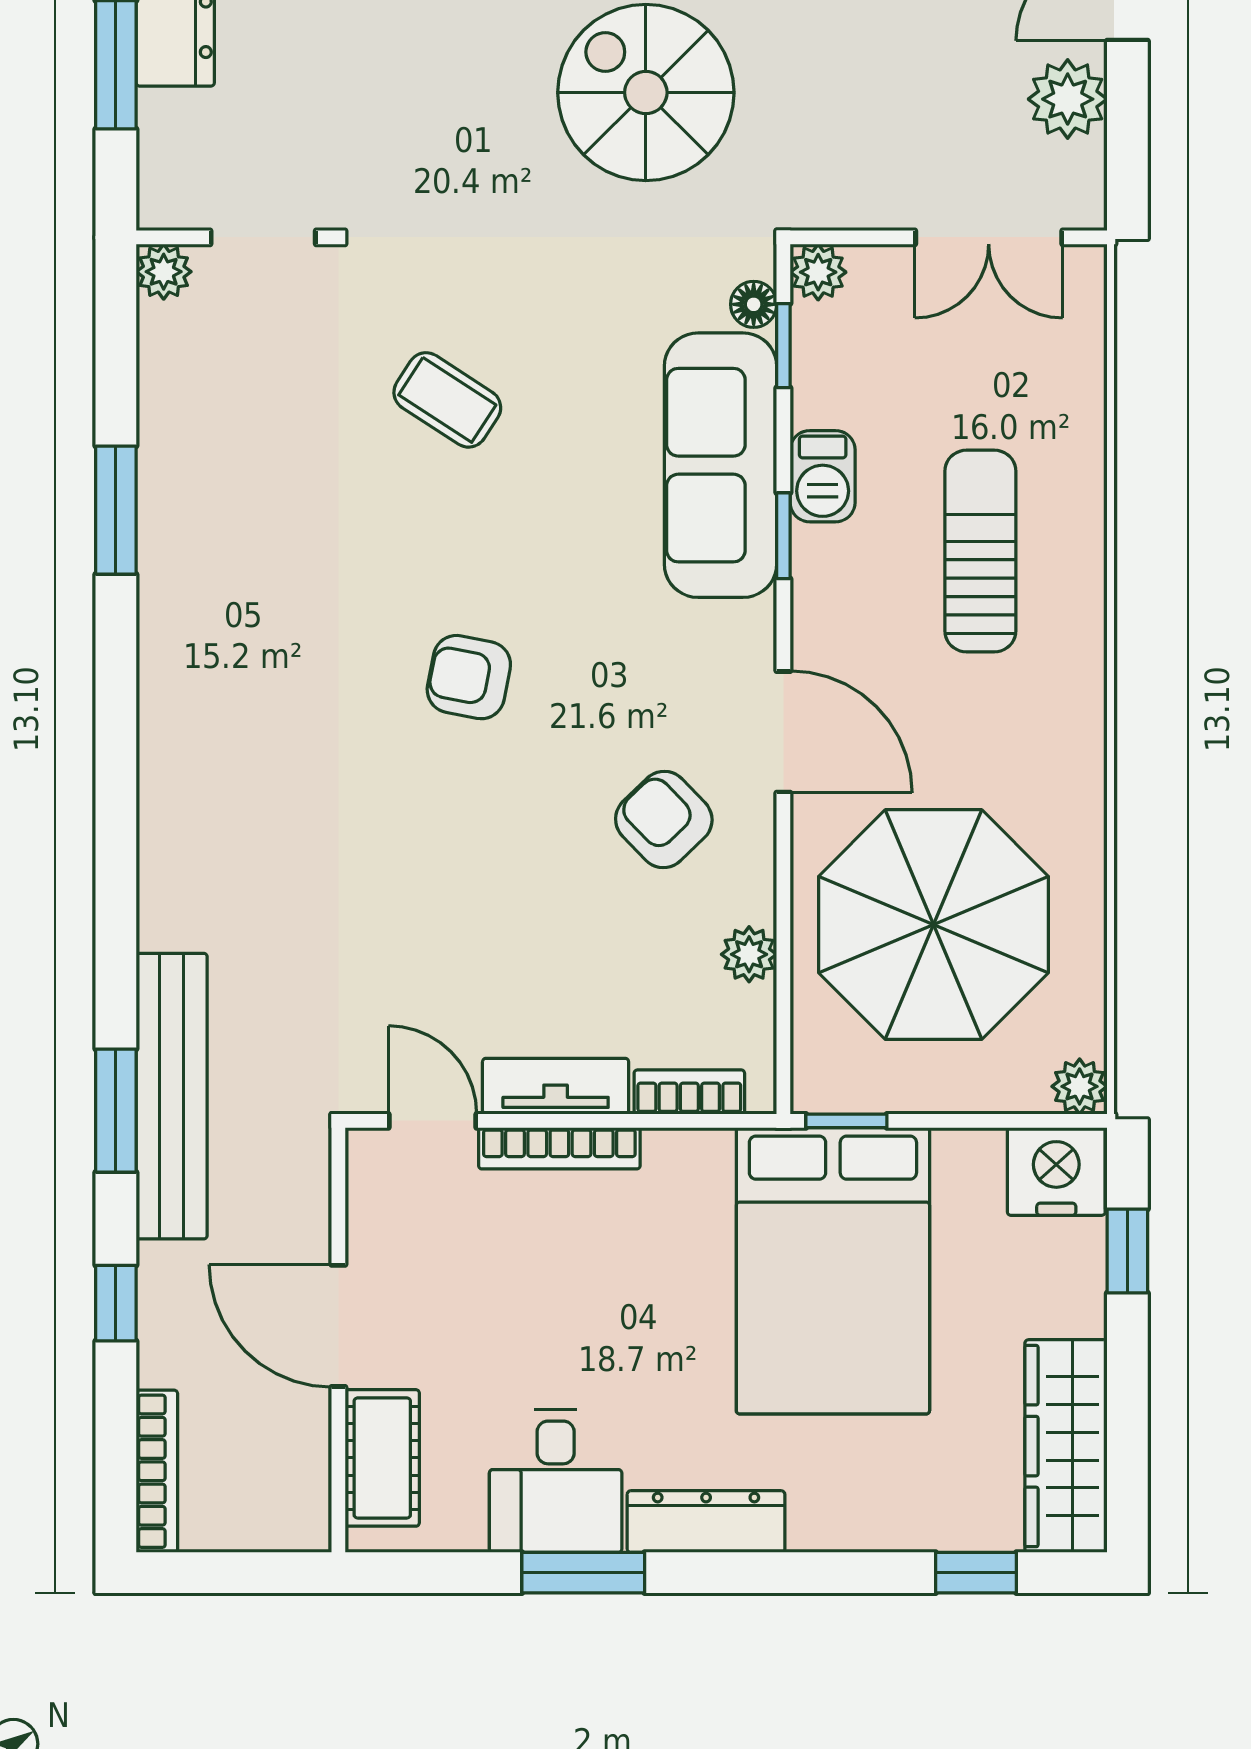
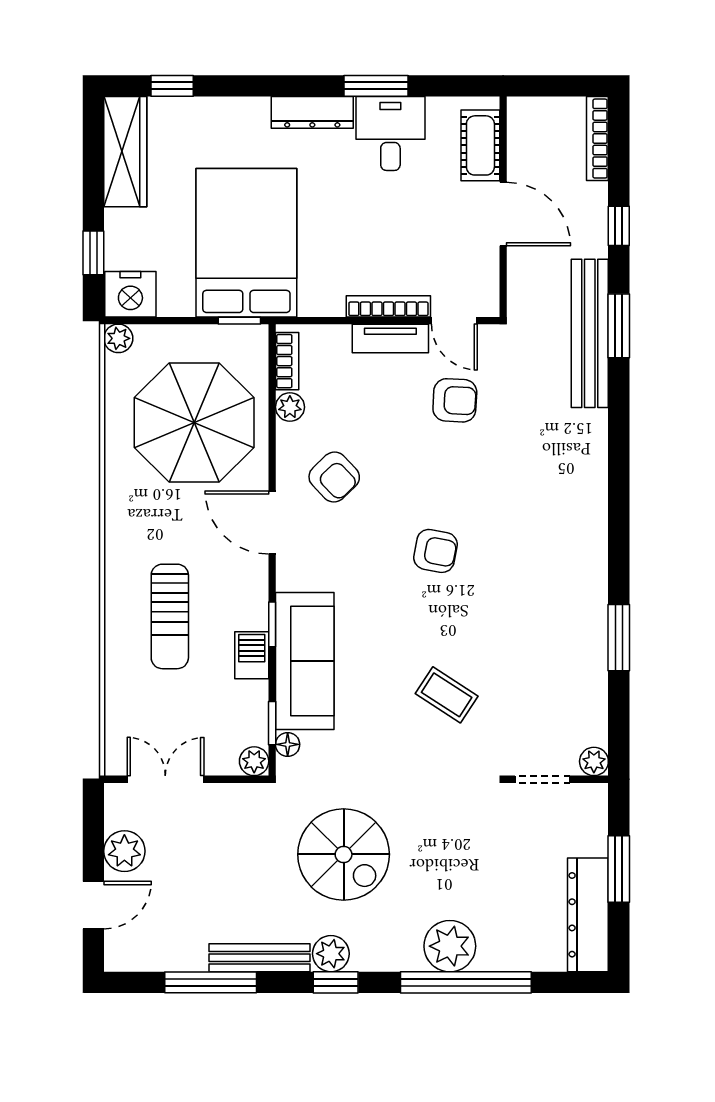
armchair: (432, 967) -> (455, 400), added
bookcase: (689, 1092) -> (287, 361), moved, turned -90

